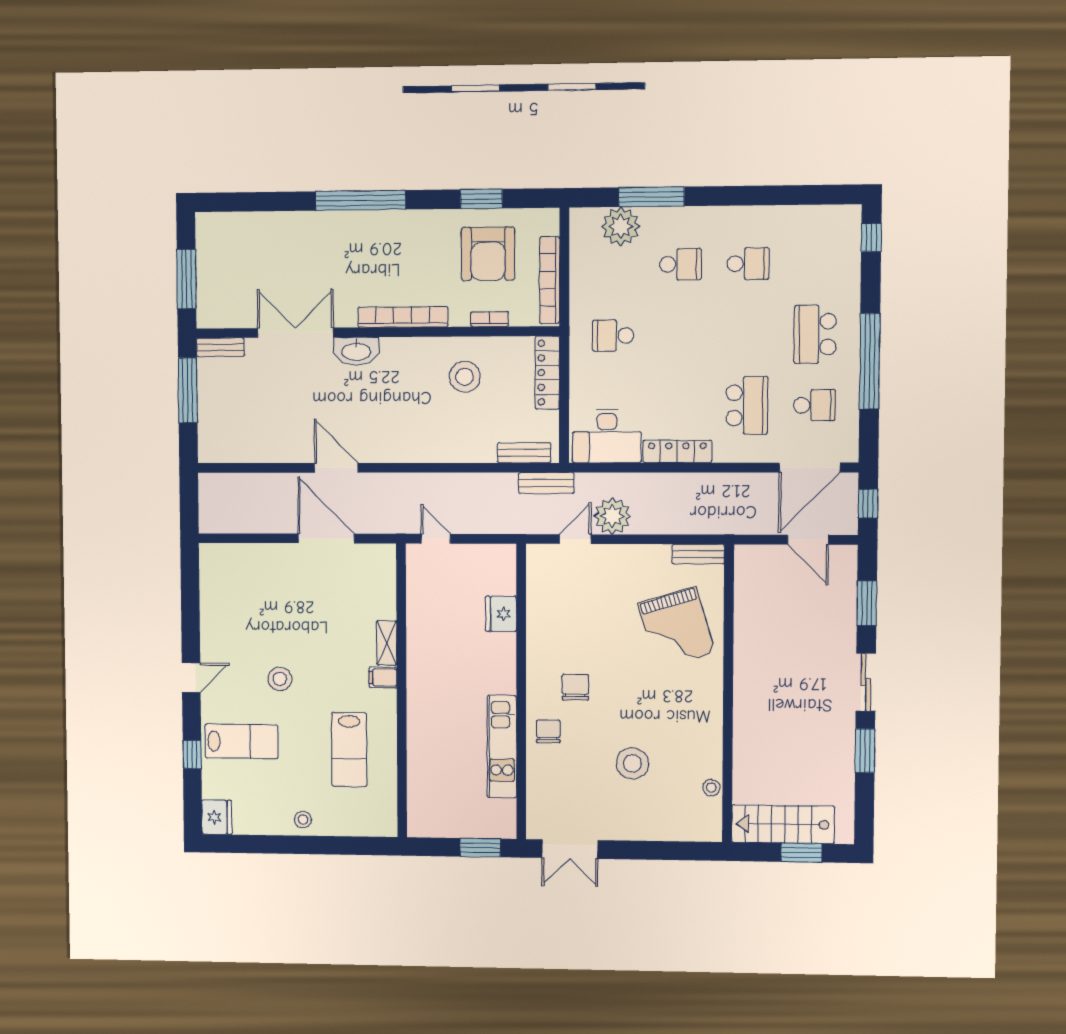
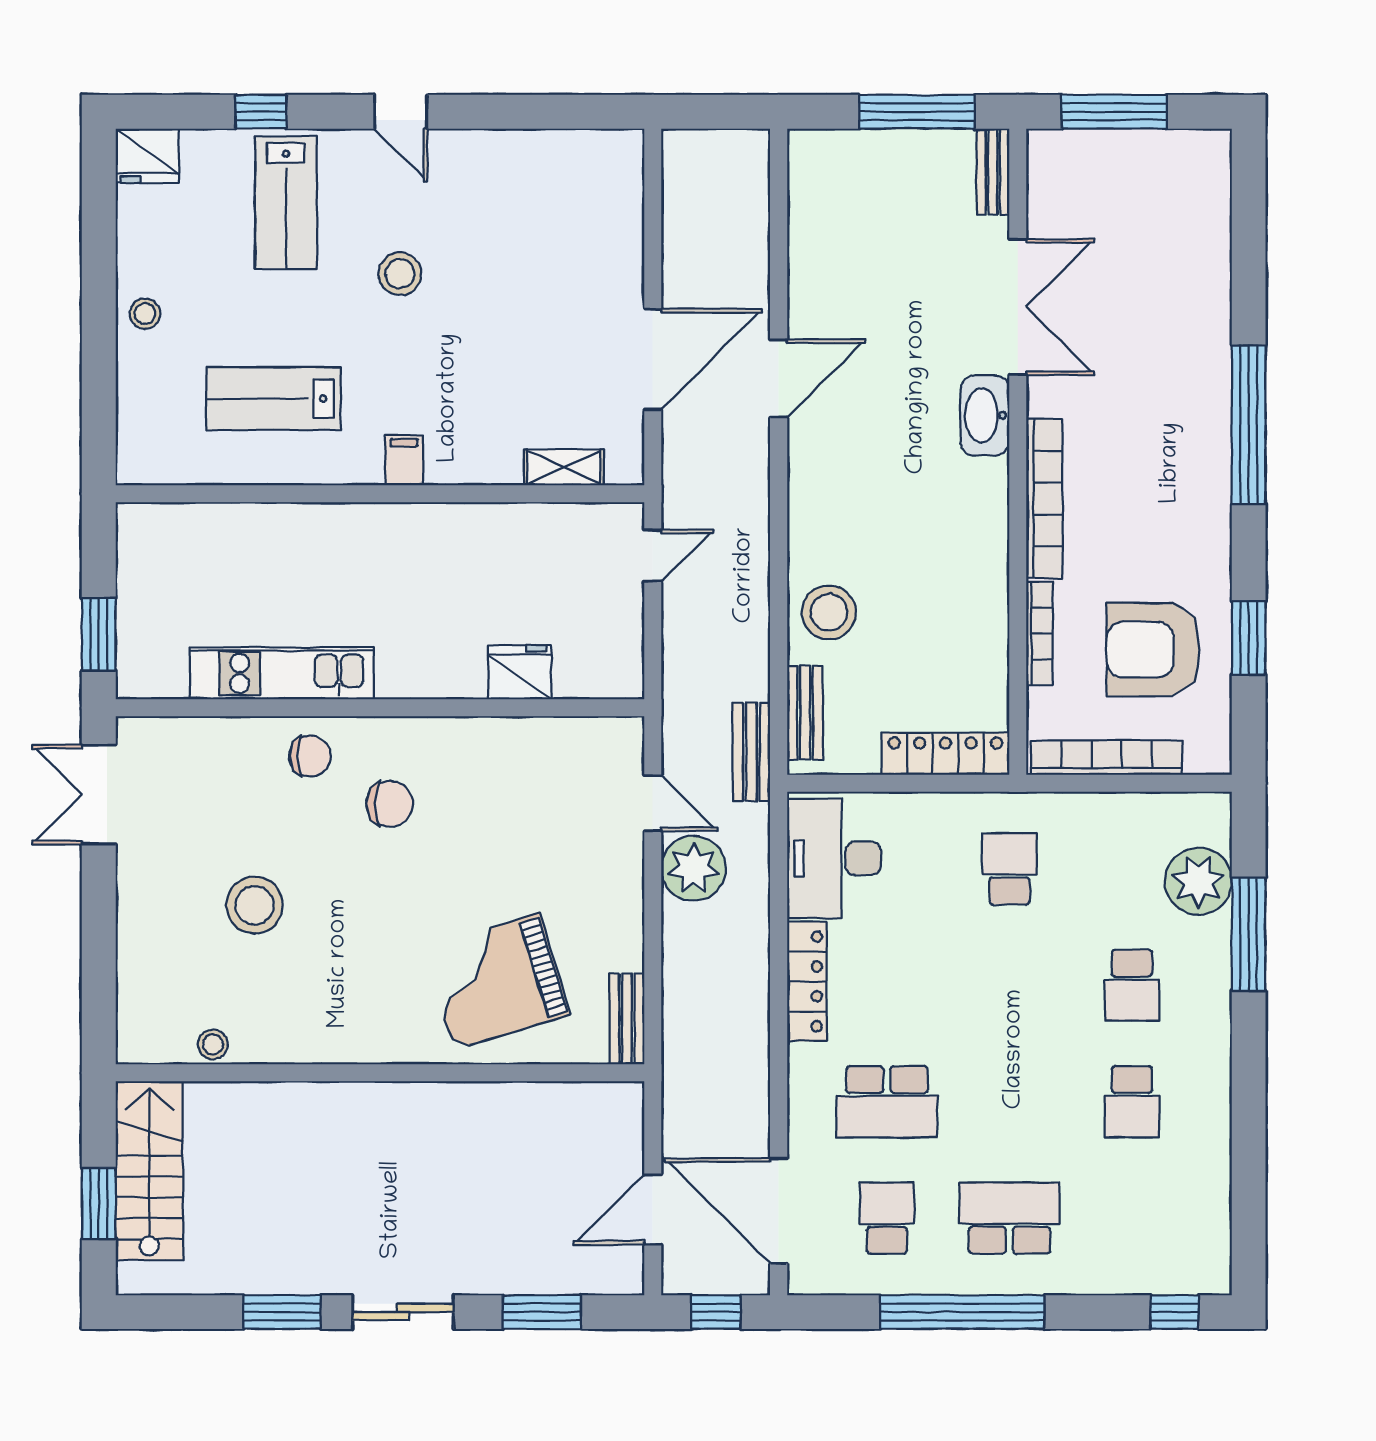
bookcase: (490, 319) -> (1039, 633), width x1.56
stool: (465, 377) -> (829, 612), moved
school desk: (814, 405) -> (887, 1218), turned 180
shelving: (387, 643) -> (564, 467), moved

